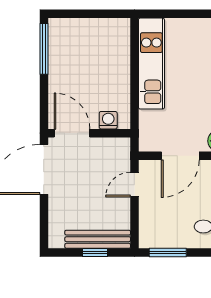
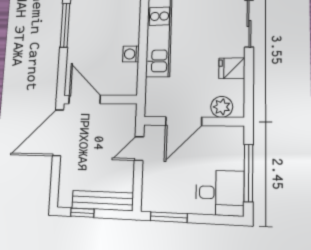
washing machine: (108, 120) -> (131, 54), moved, turned -90
window: (95, 252) -> (82, 213), moved

